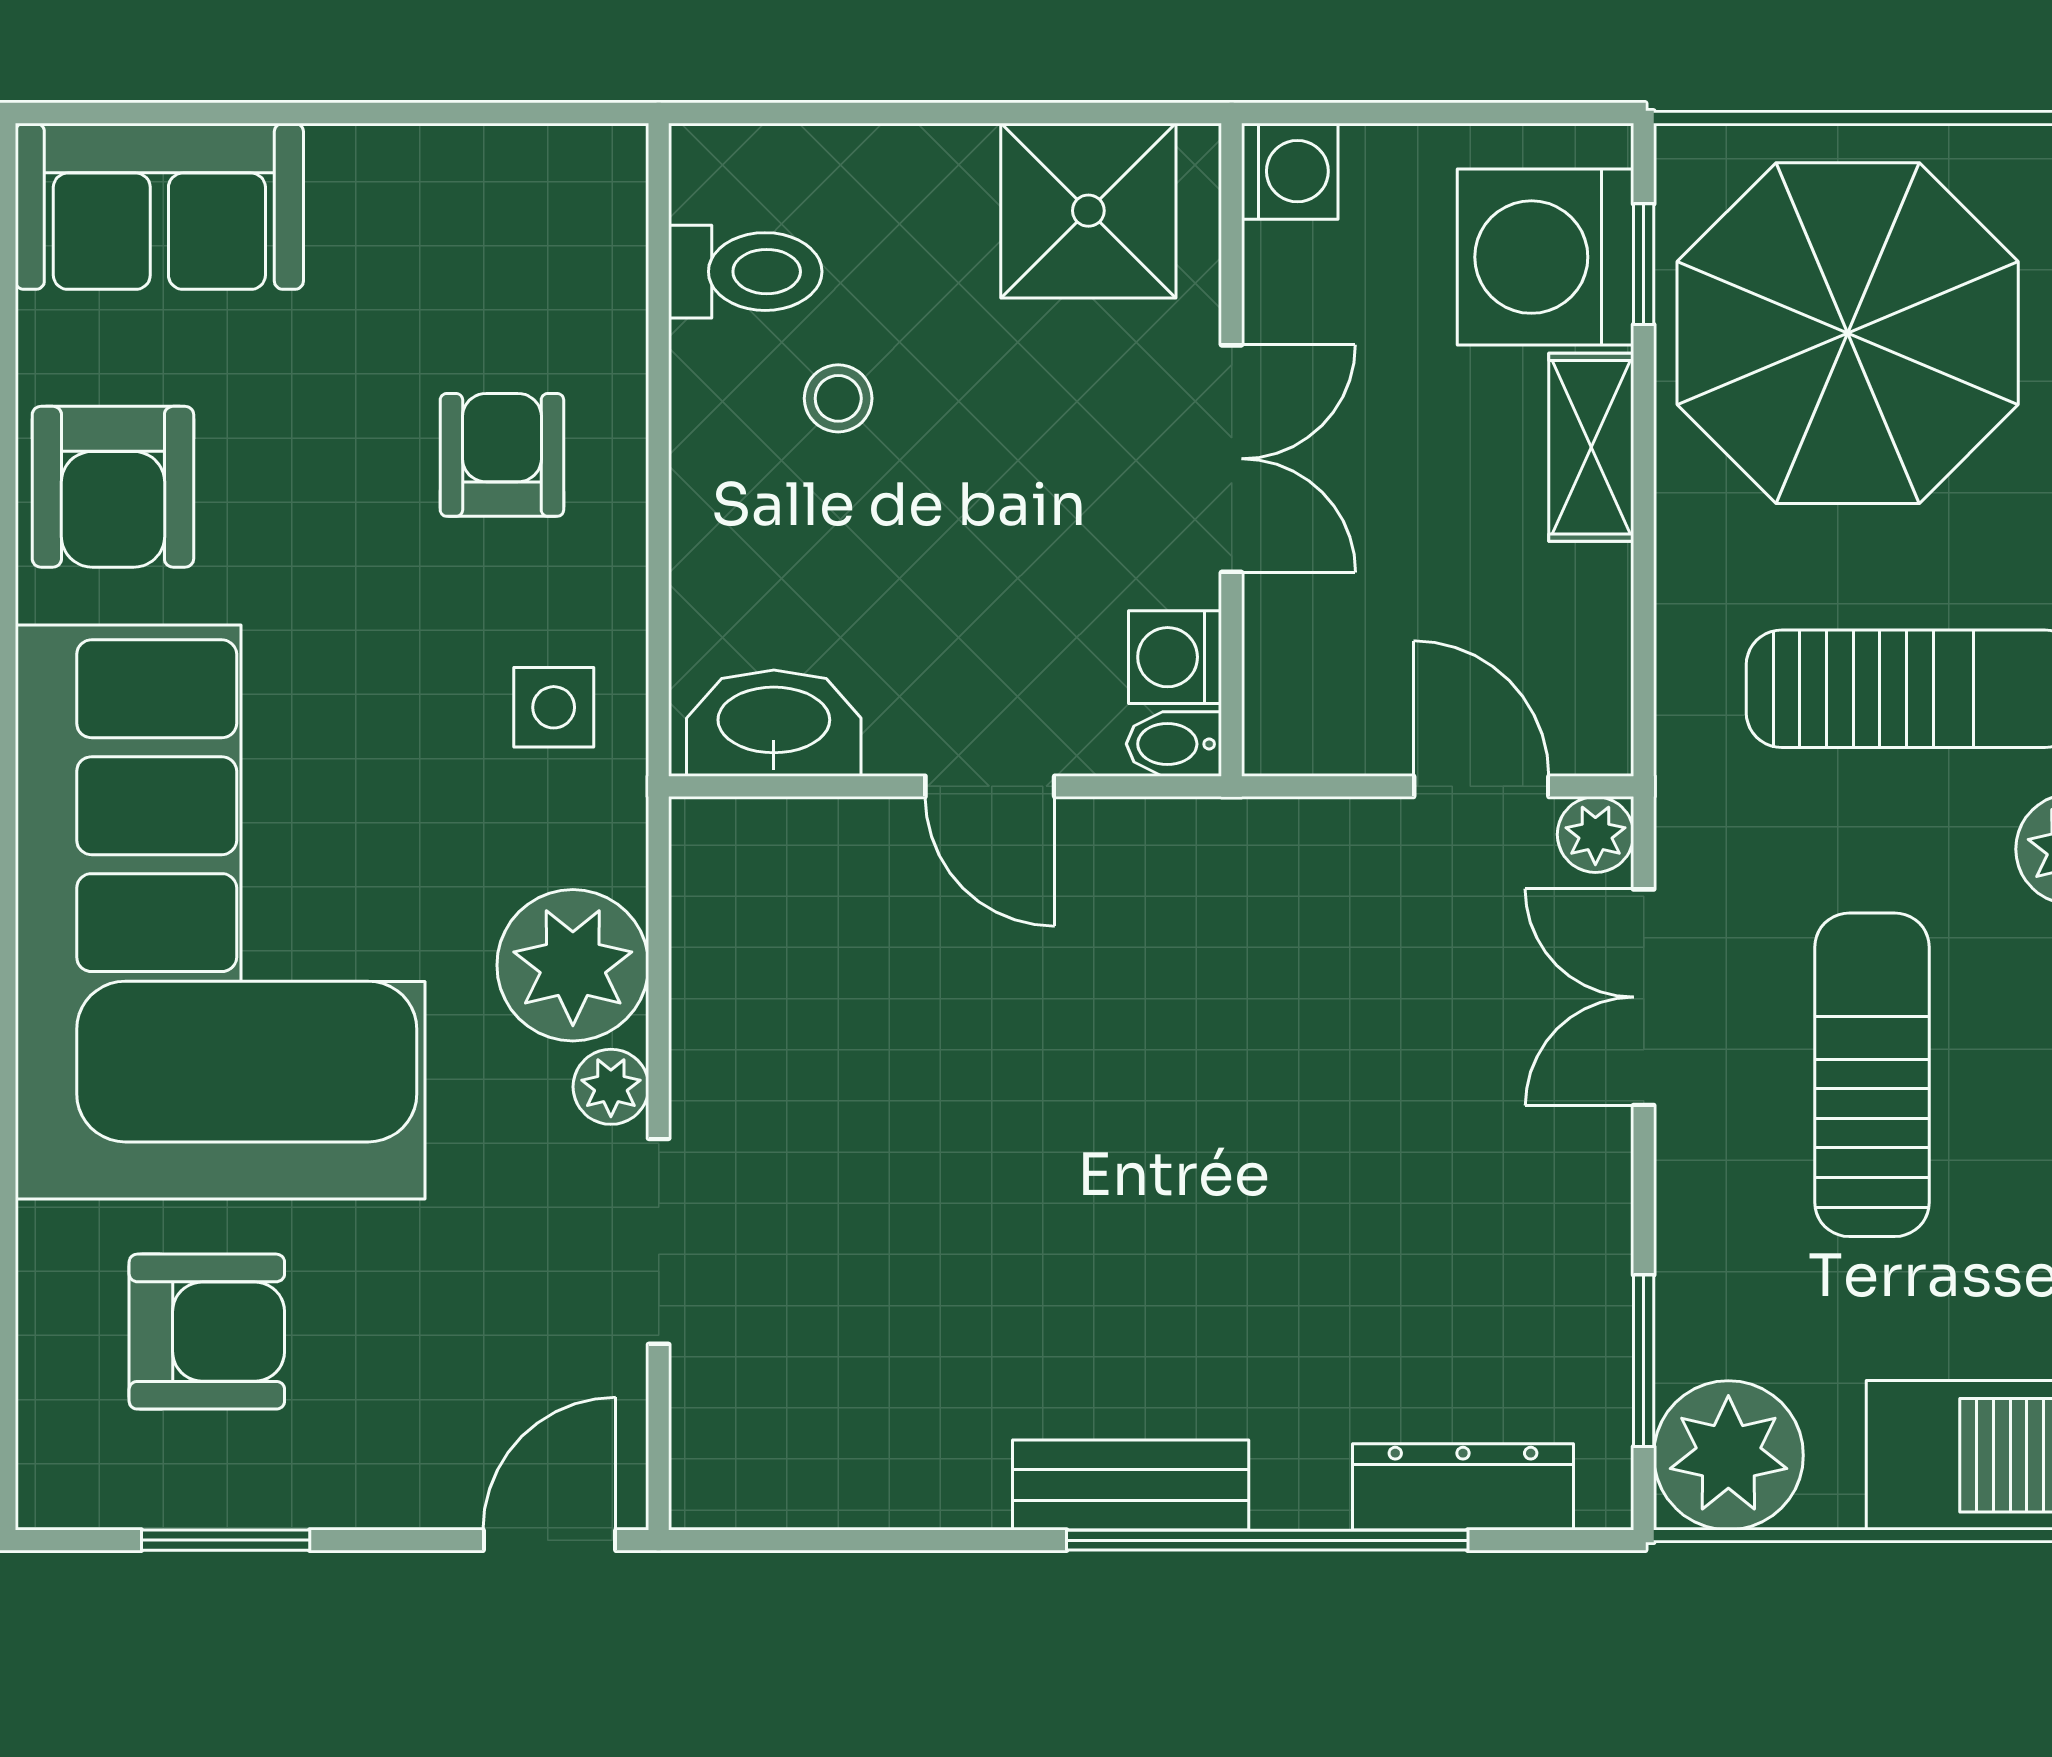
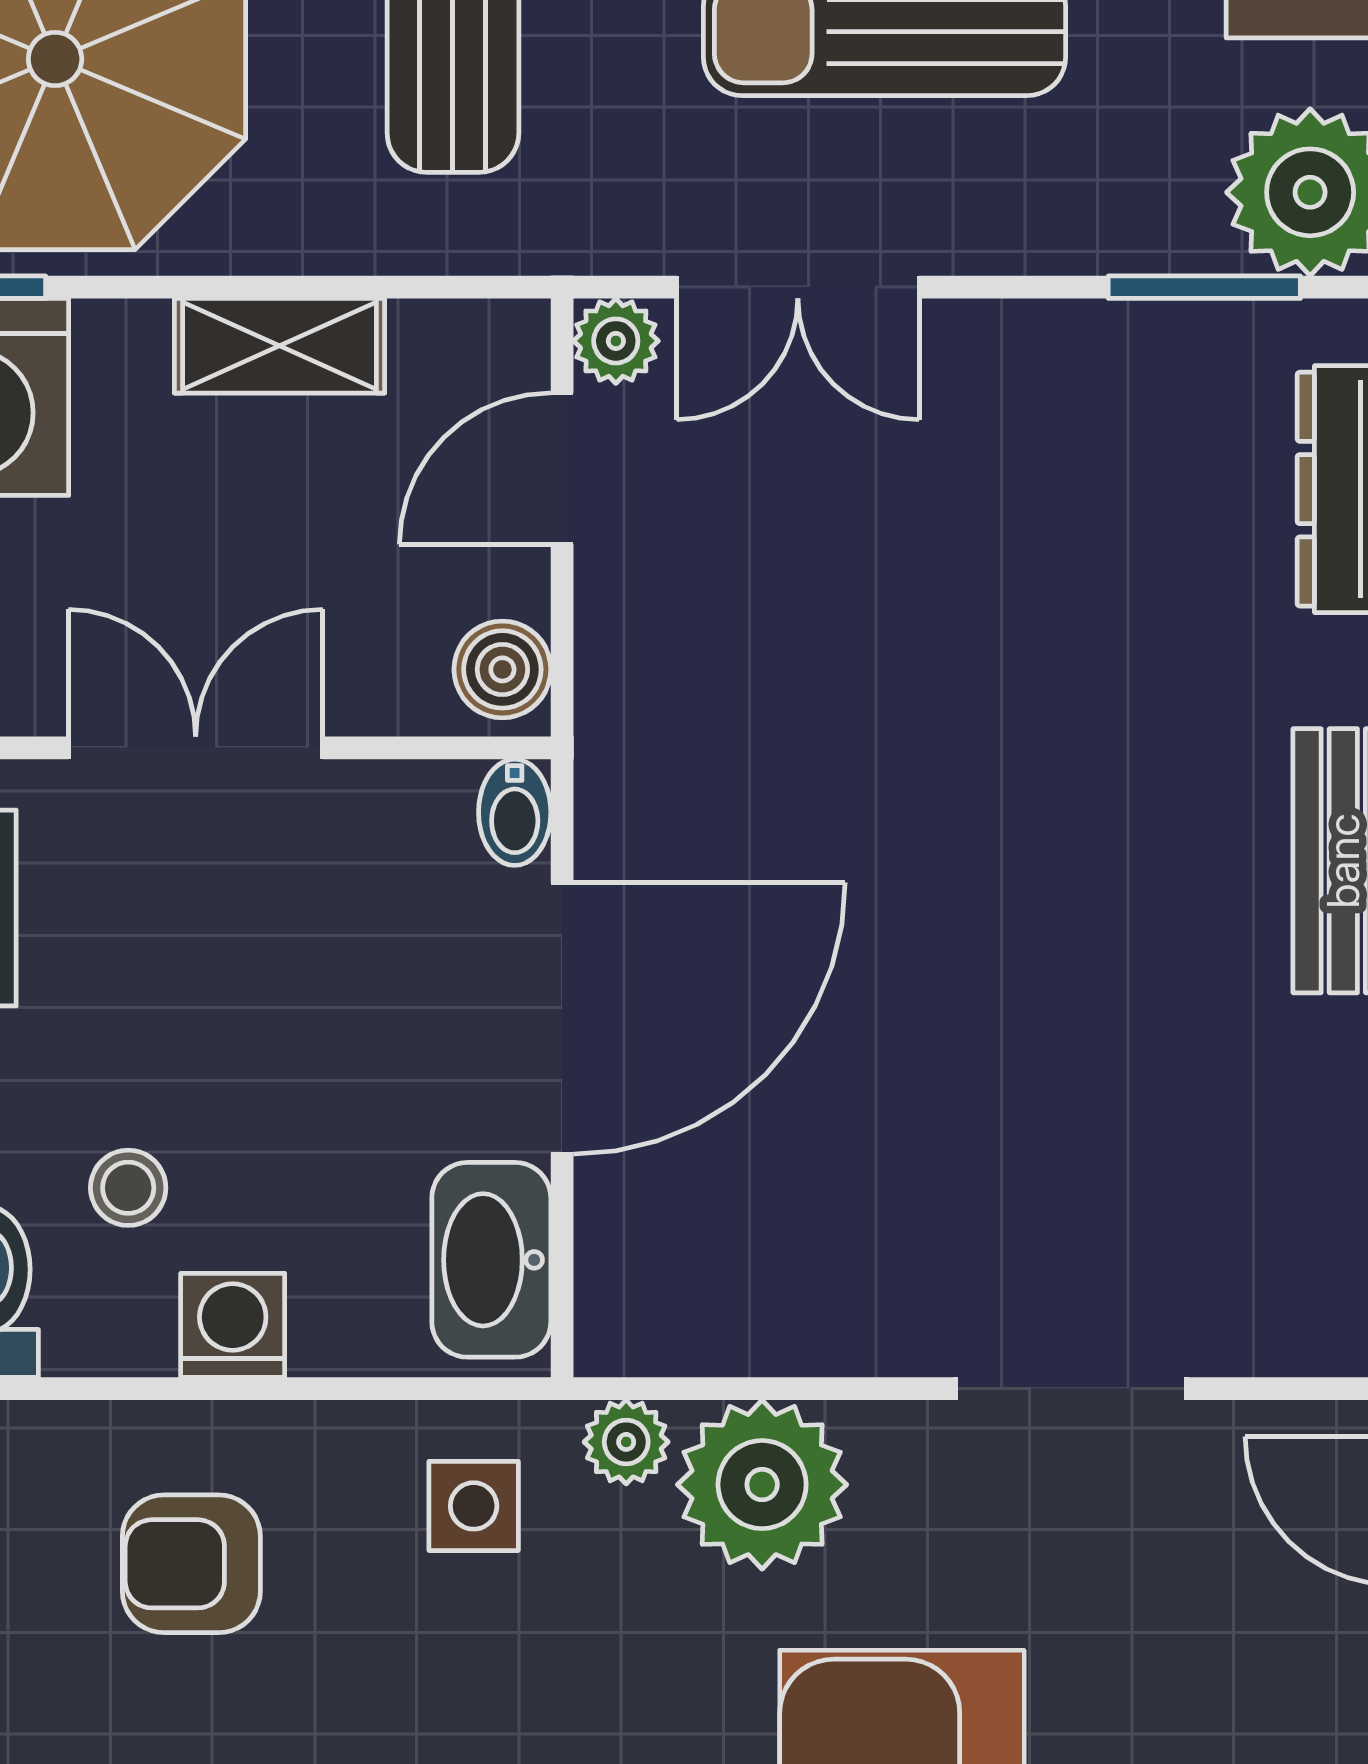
shelving: (1591, 447) -> (280, 346), moved
washing machine: (1175, 657) -> (233, 1325), moved, turned 180
boiler: (1302, 733) -> (502, 669), added
door: (990, 786) -> (562, 1018), width x1.88
plant: (611, 1087) -> (626, 1442), moved

